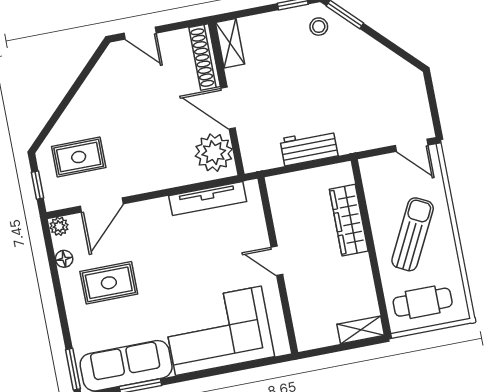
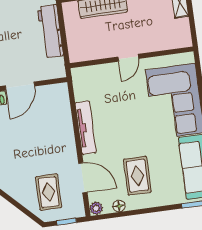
workbench: (309, 147) -> (50, 31), width x1.37
plant: (214, 153) -> (51, 98), removed
tv unit: (208, 199) -> (86, 128), moved

